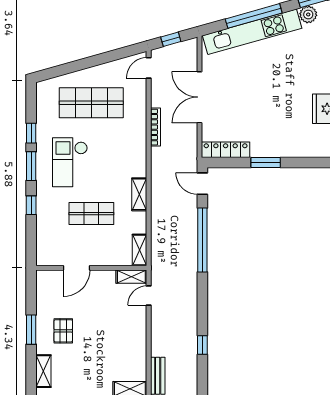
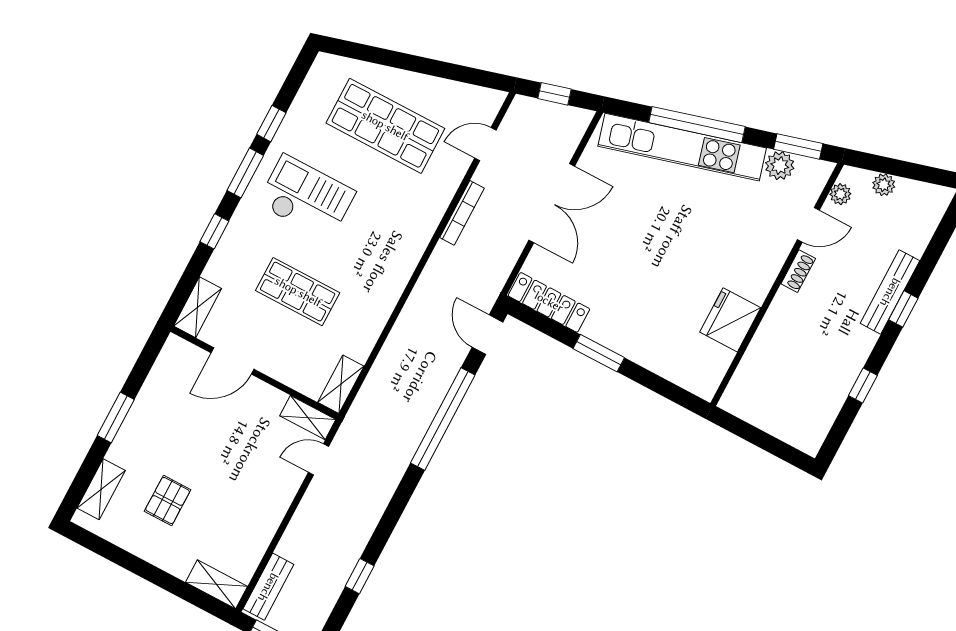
door: (149, 68) -> (485, 144), moved
double door: (200, 97) -> (552, 203), swing flipped
checkout: (70, 162) -> (306, 198), turned 90
shelving: (139, 194) -> (197, 307), moved
pallet: (63, 331) -> (168, 500), moved

